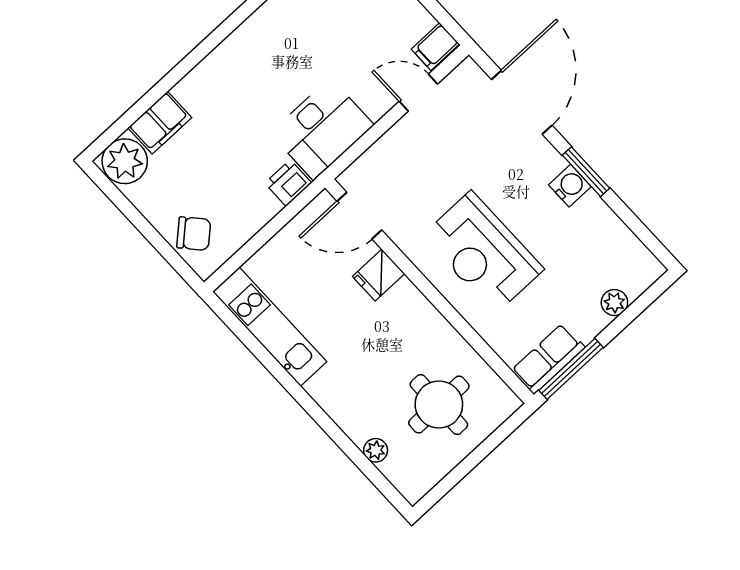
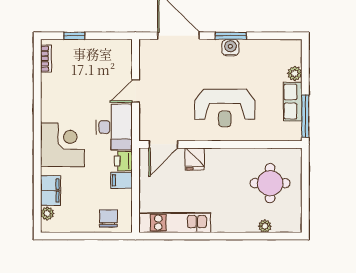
filing cabinet: (435, 47) -> (121, 180), moved, turned 90
corner desk: (235, 82) -> (62, 145), added
door: (418, 93) -> (136, 91), moved
plant: (125, 161) -> (47, 213), width x0.53, depth x0.53
chair: (194, 234) -> (108, 218), turned -48
row of seats: (548, 359) -> (293, 102), moved

